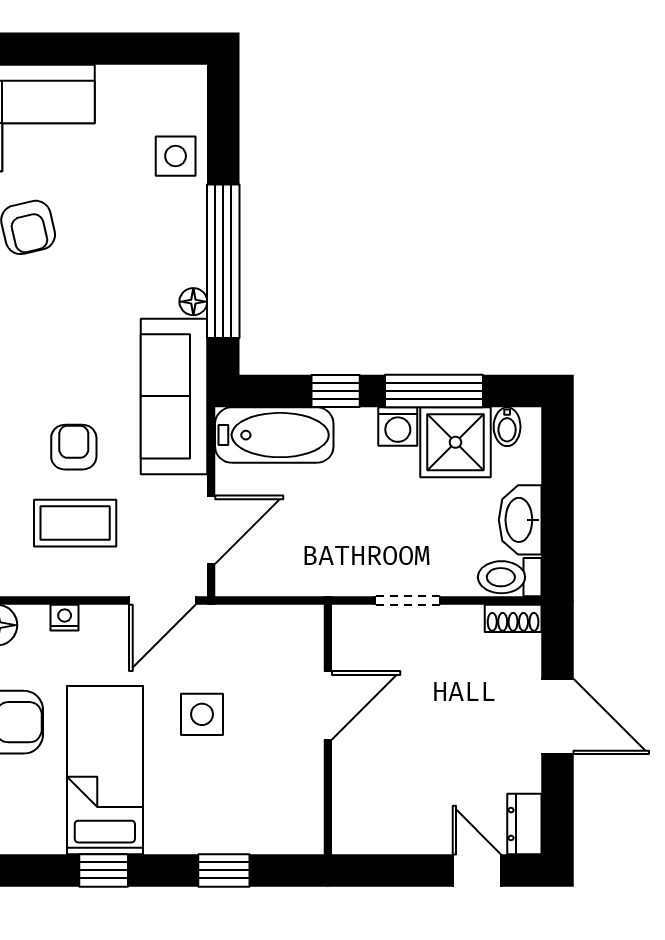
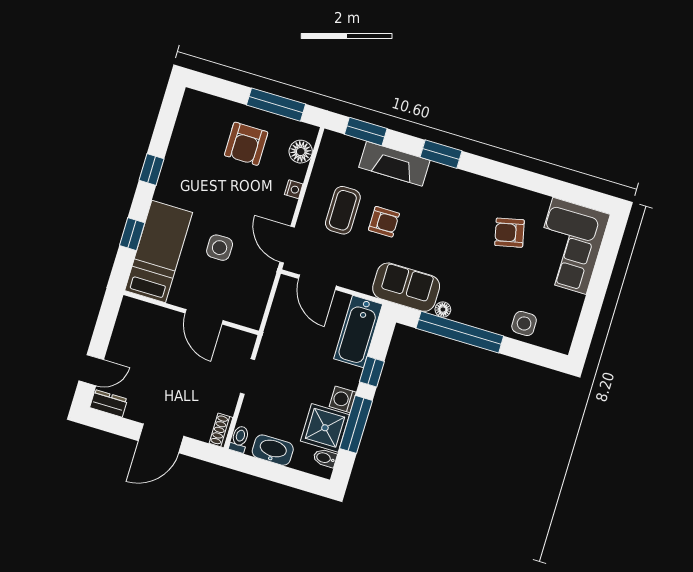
sofa: (174, 396) -> (406, 287), width x0.73
toilet: (510, 577) -> (239, 439), width x0.73, depth x0.72
bed: (105, 770) -> (159, 251), moved, turned -90

